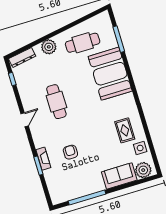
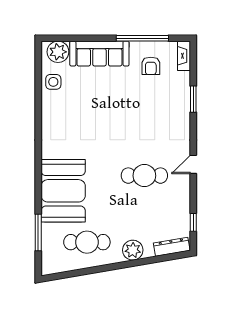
cafe table: (56, 102) -> (144, 176), turned 90
rug: (125, 130) -> (66, 111), removed
armchair: (70, 152) -> (151, 66), moved
fireplace: (43, 159) -> (184, 56), moved
sofa: (119, 176) -> (99, 54), width x1.36

